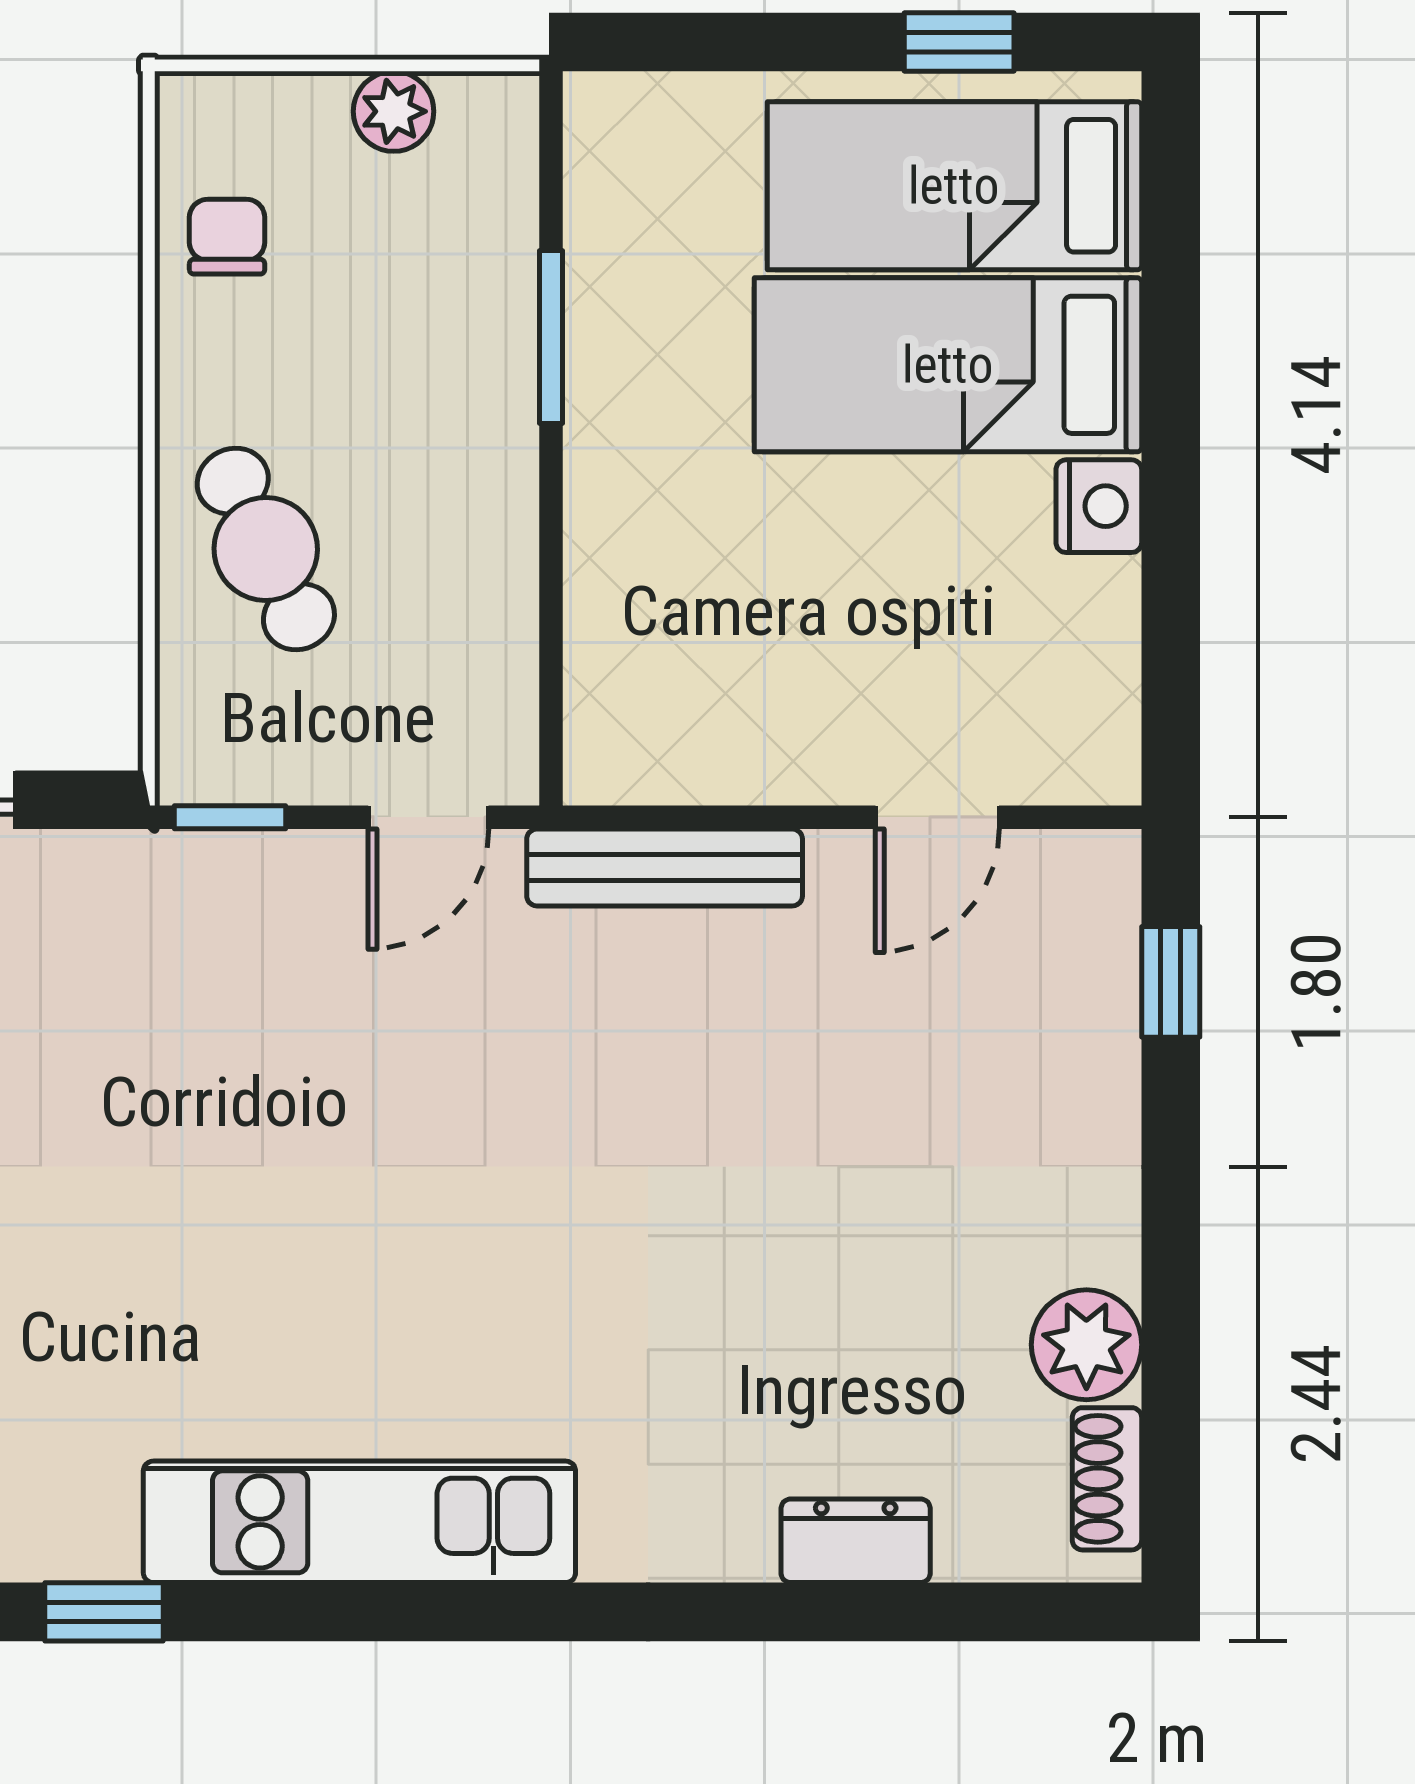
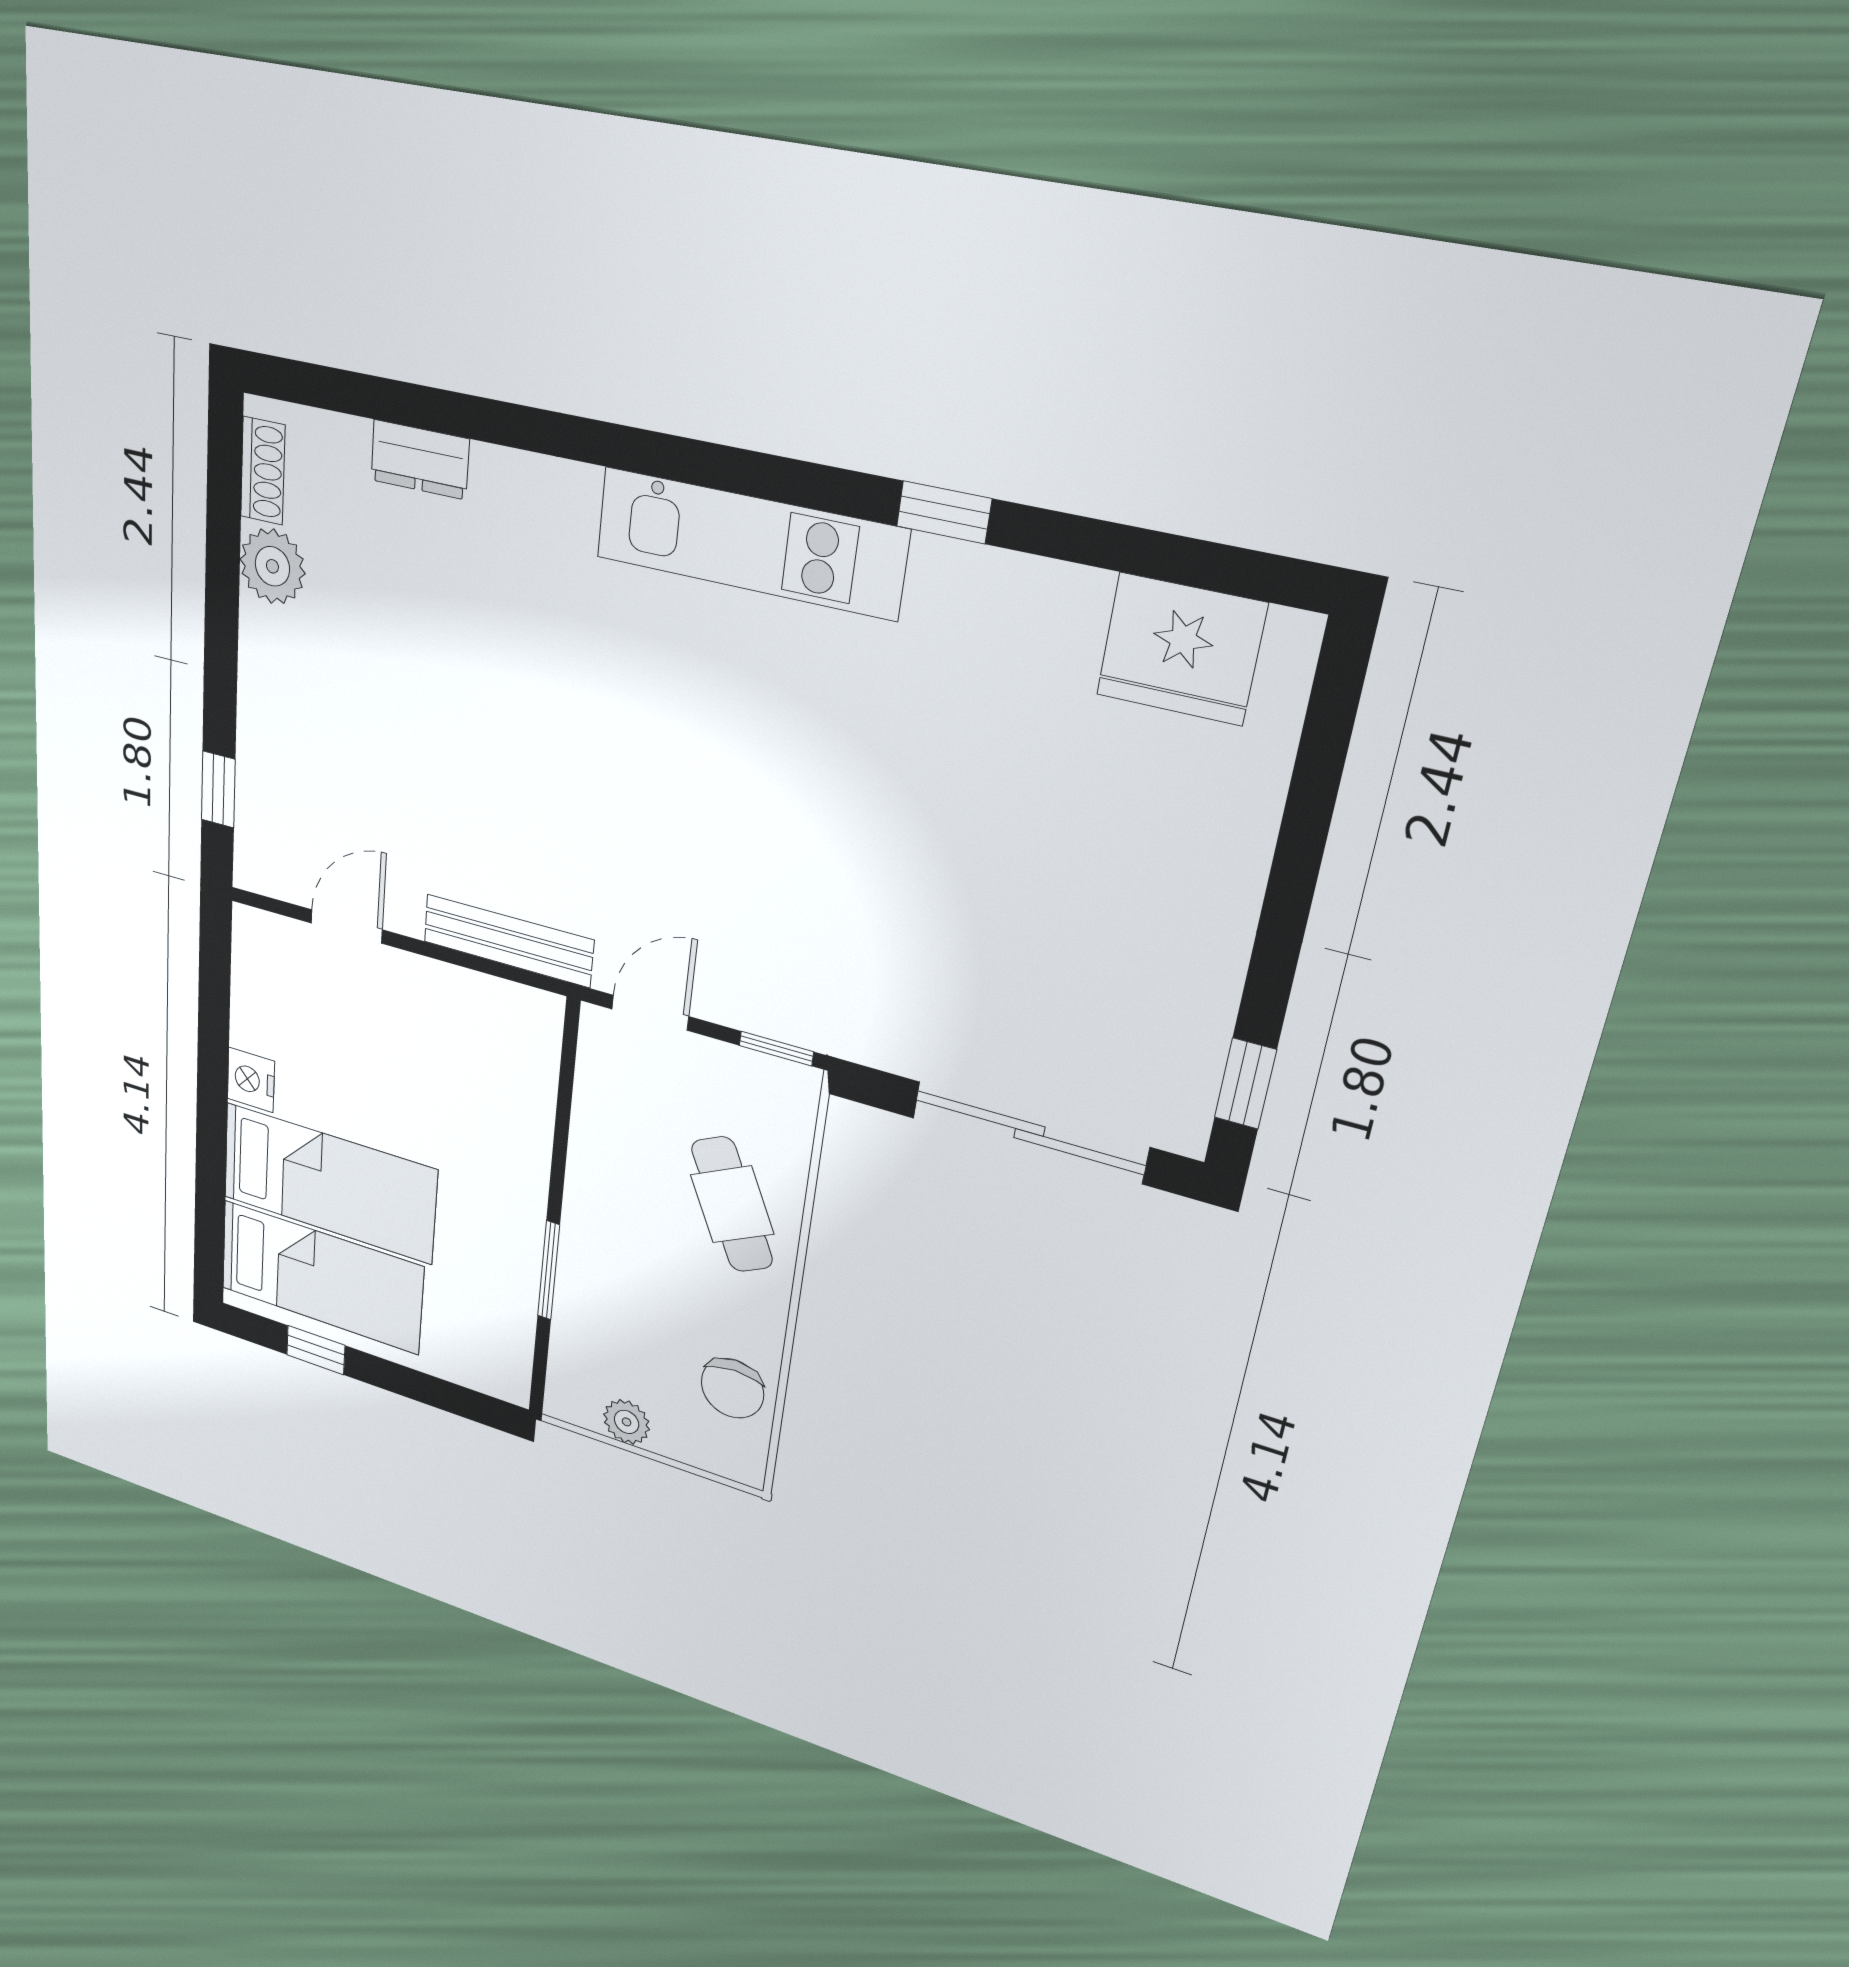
chair: (227, 237) -> (732, 1388), width x1.37, depth x1.37

